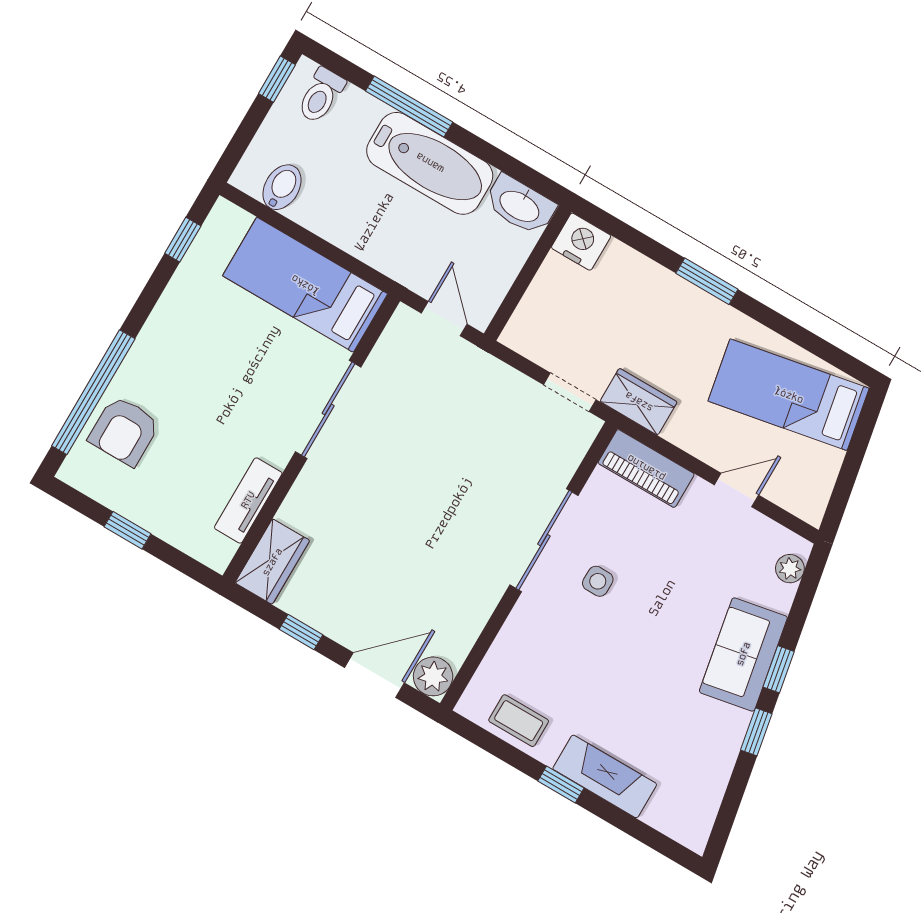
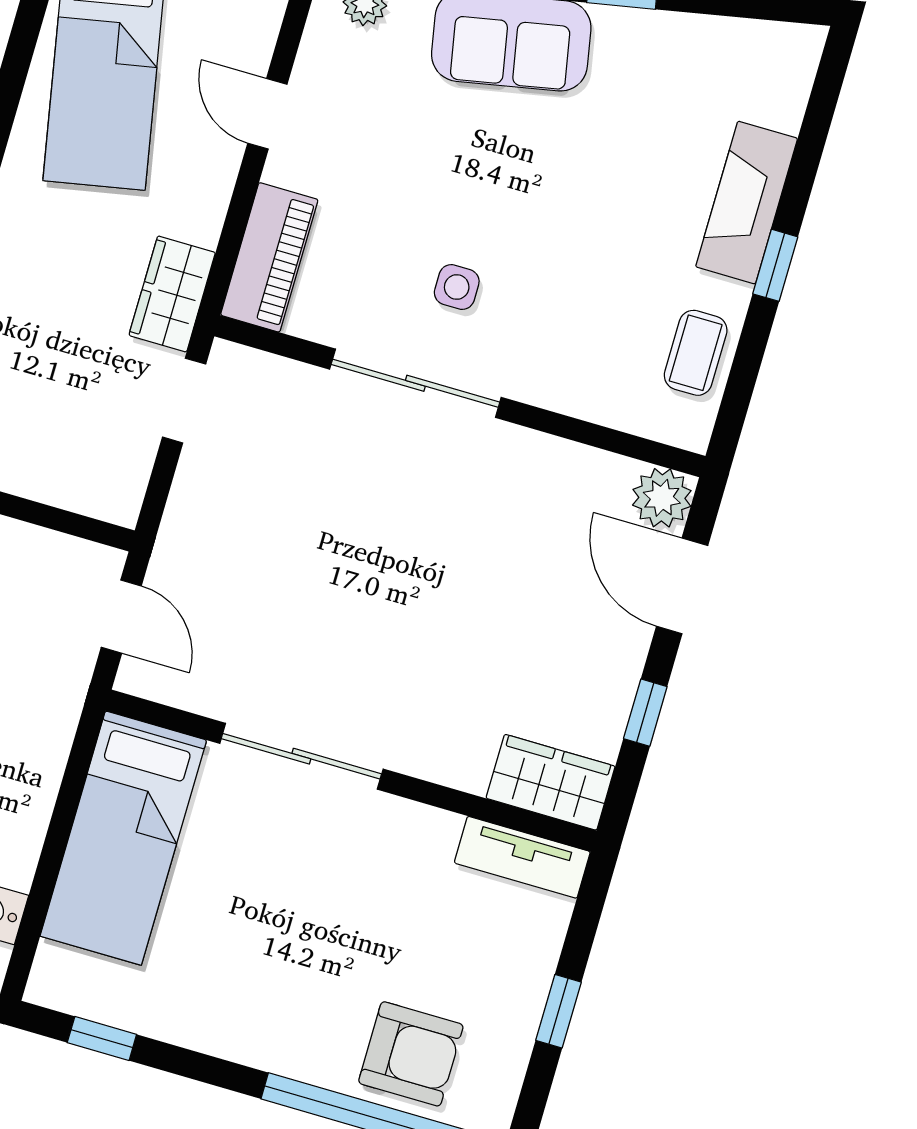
door: (444, 319) -> (121, 617), swing flipped
tv unit: (248, 500) -> (522, 857), moved

